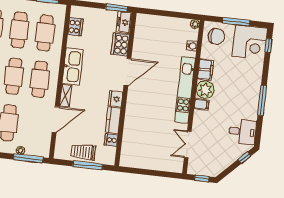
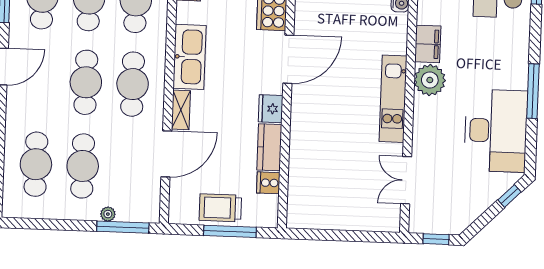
kitchen unit: (185, 90) -> (393, 99), width x0.73
filing cabinet: (202, 104) -> (425, 107), removed
desk: (242, 132) -> (496, 131), width x1.87, depth x1.30

